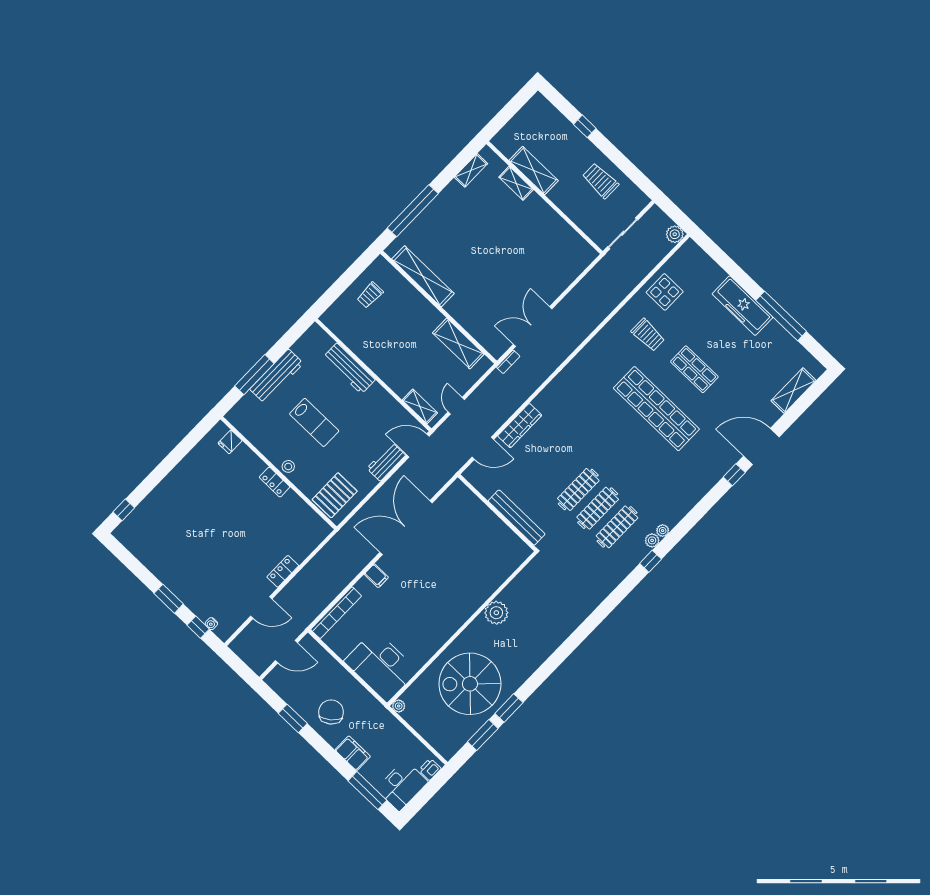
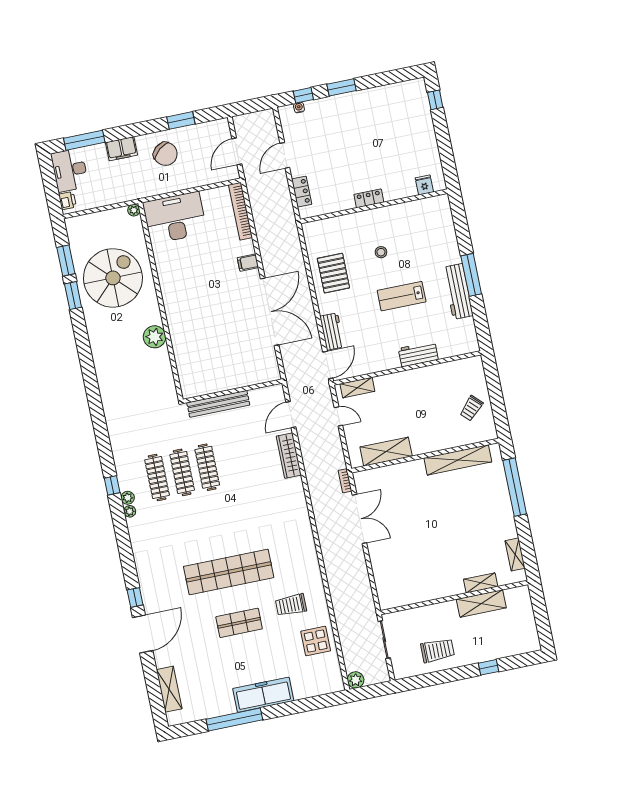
trolley: (370, 295) -> (471, 408), turned -136
workbench: (349, 368) -> (418, 354), width x0.73
fridge: (230, 442) -> (424, 185), moved
wall: (279, 473) -> (374, 206), moved
locker: (275, 482) -> (369, 198), moved

